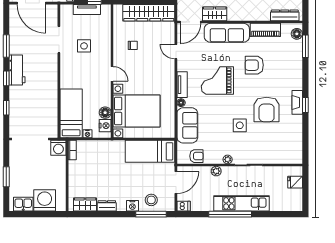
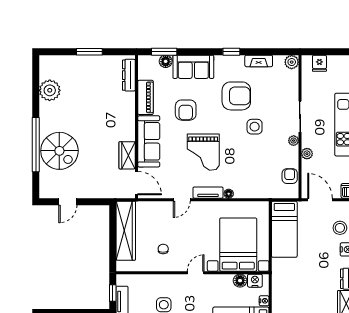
floor lamp: (297, 34) -> (166, 61), moved
door: (176, 52) -> (182, 200), moved
fireplace: (297, 102) -> (259, 61), moved
sofa: (187, 125) -> (193, 67), moved, turned 180
plant: (296, 158) -> (292, 62), added

